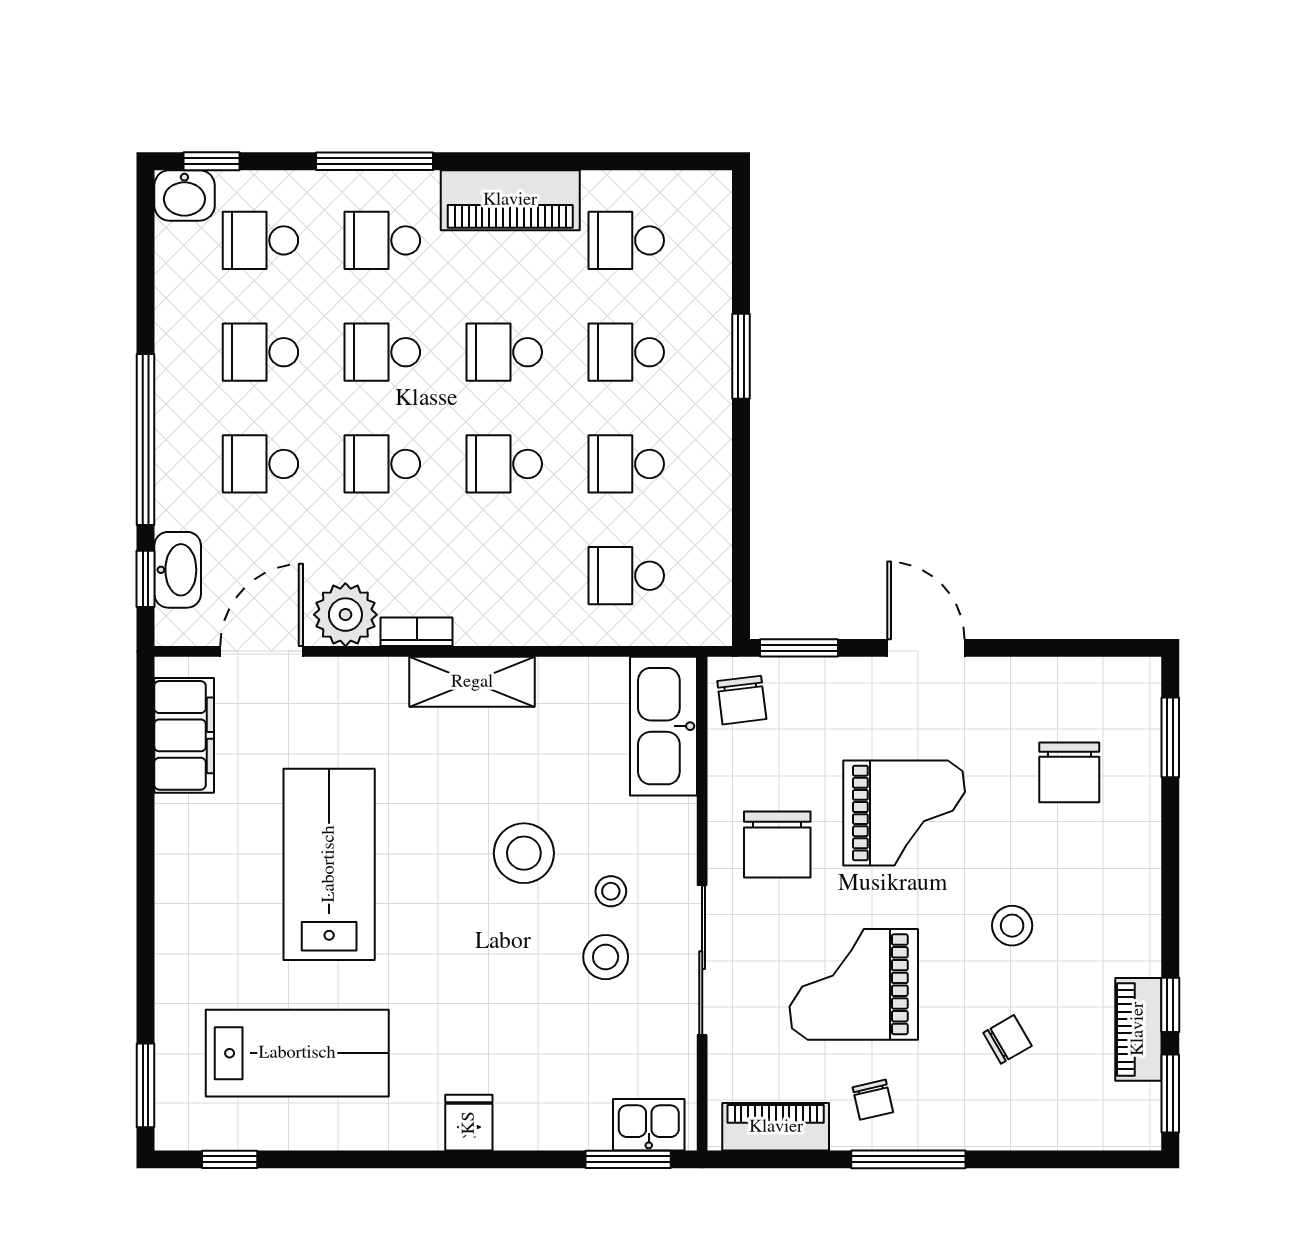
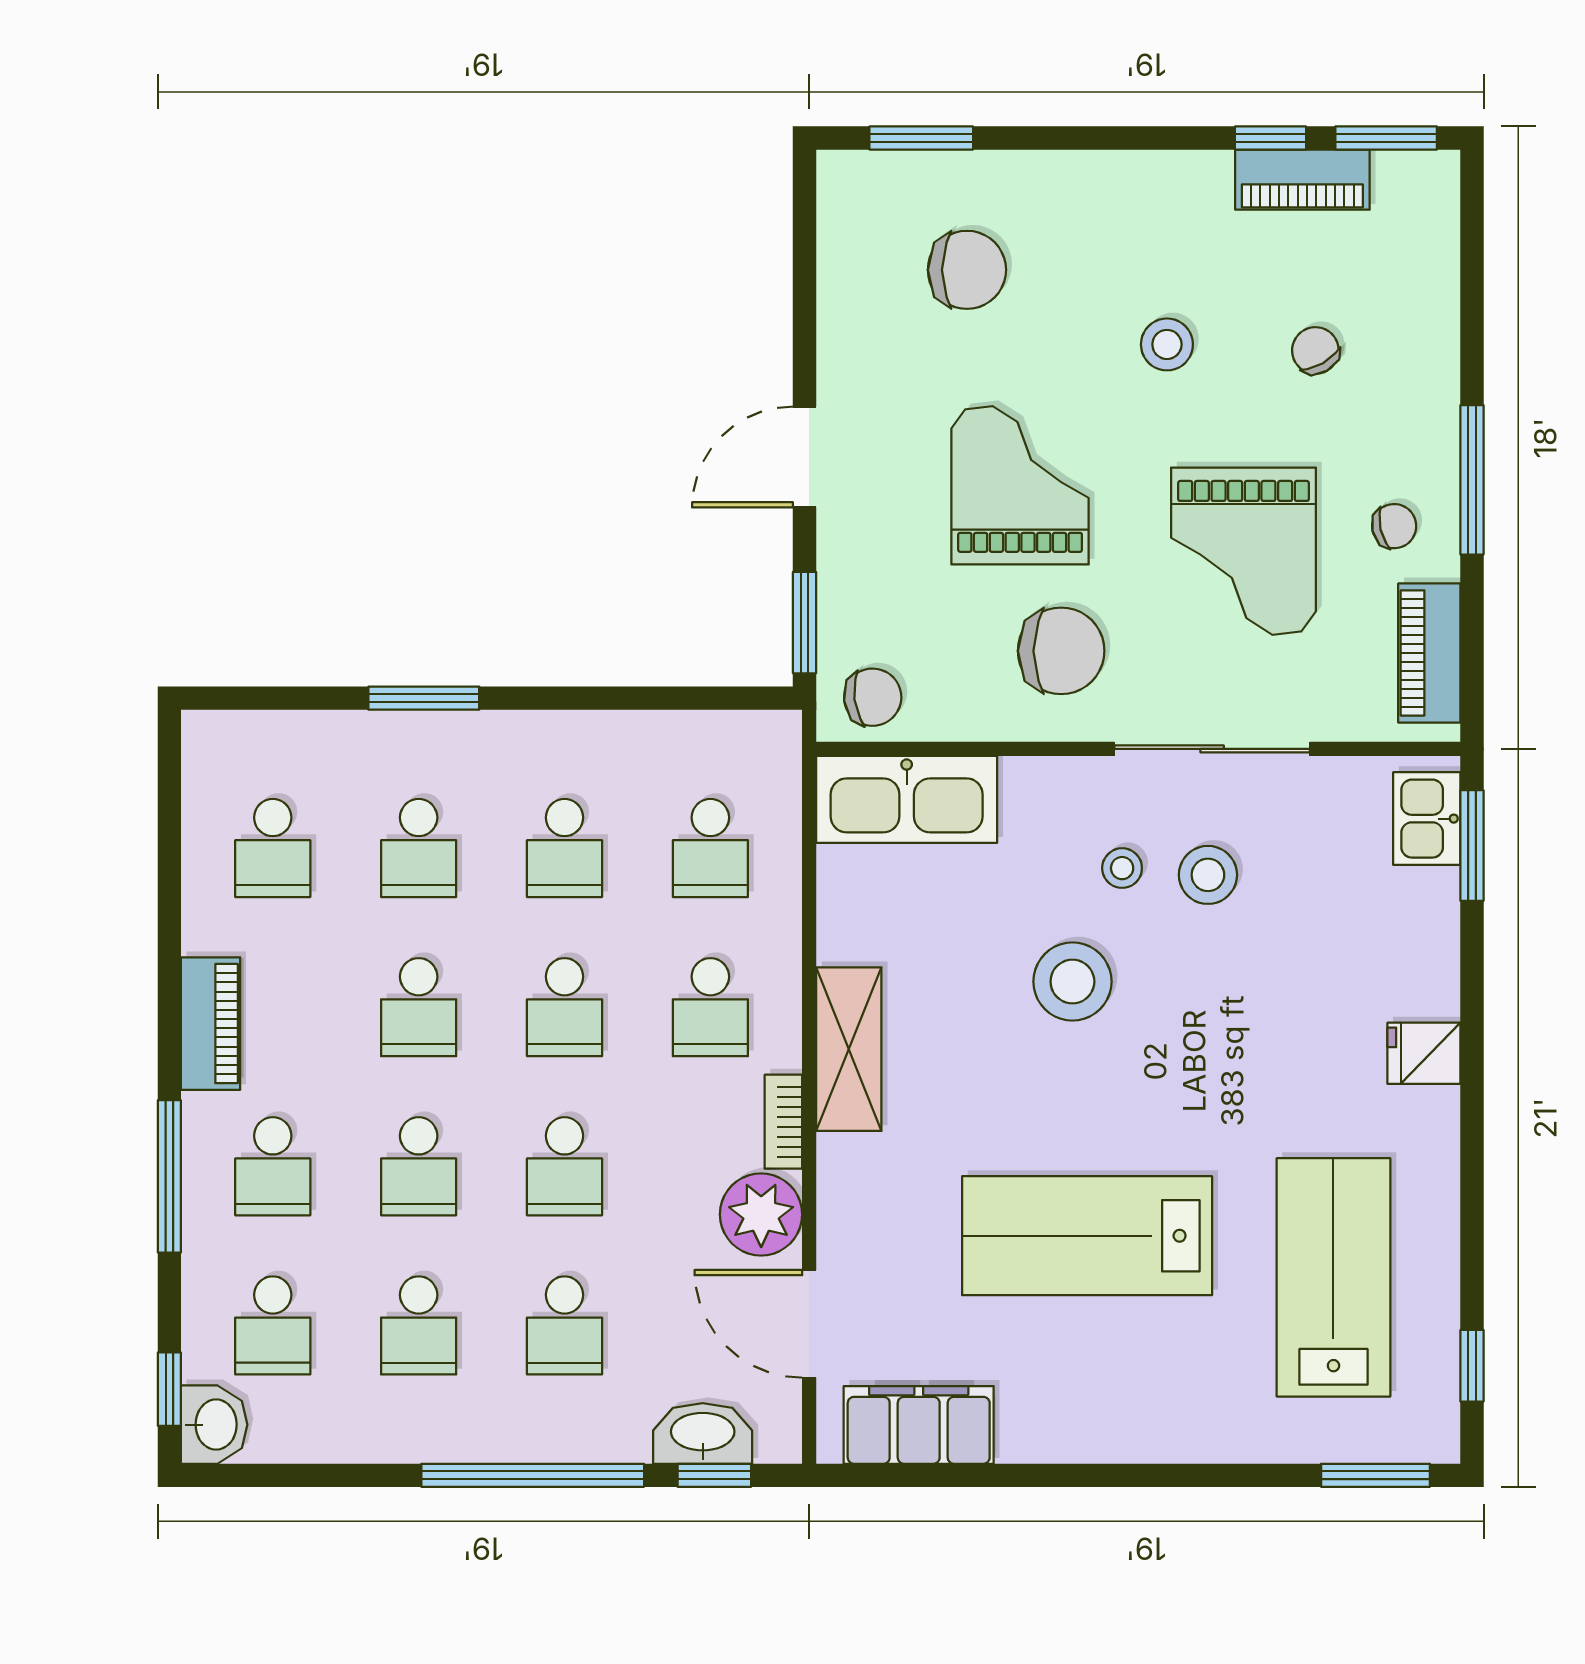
piano: (510, 200) -> (211, 1024), width x0.73, depth x0.75
school desk: (504, 576) -> (710, 1007), added

